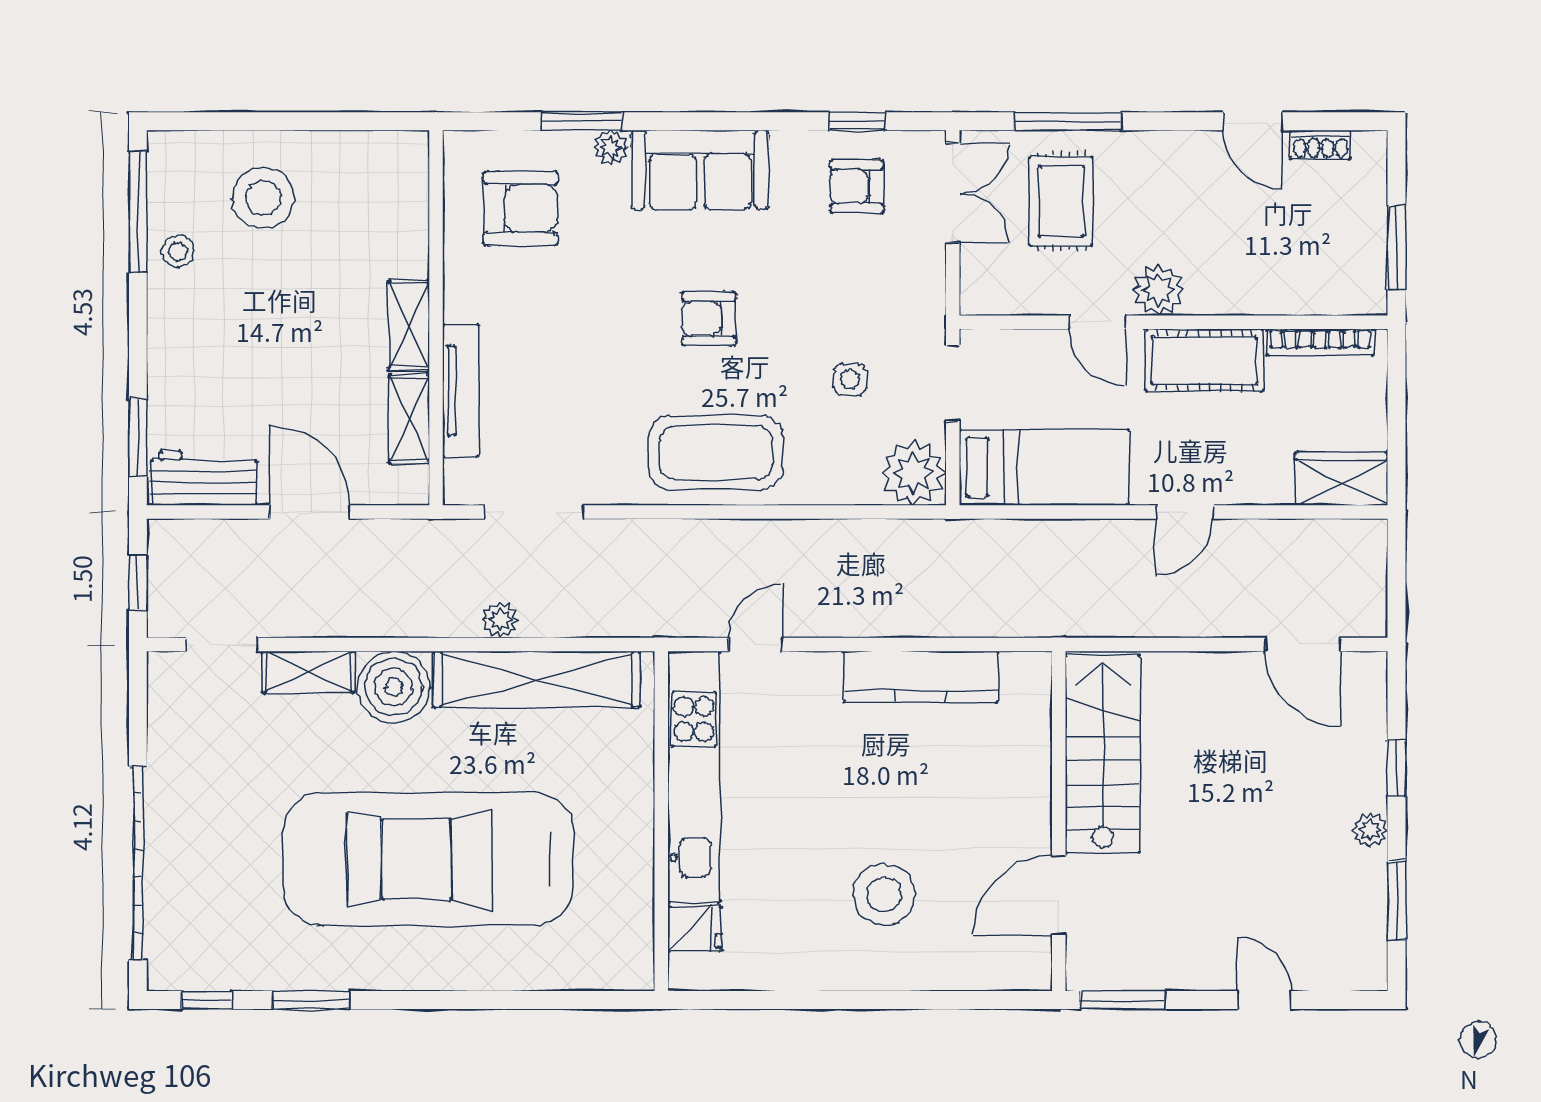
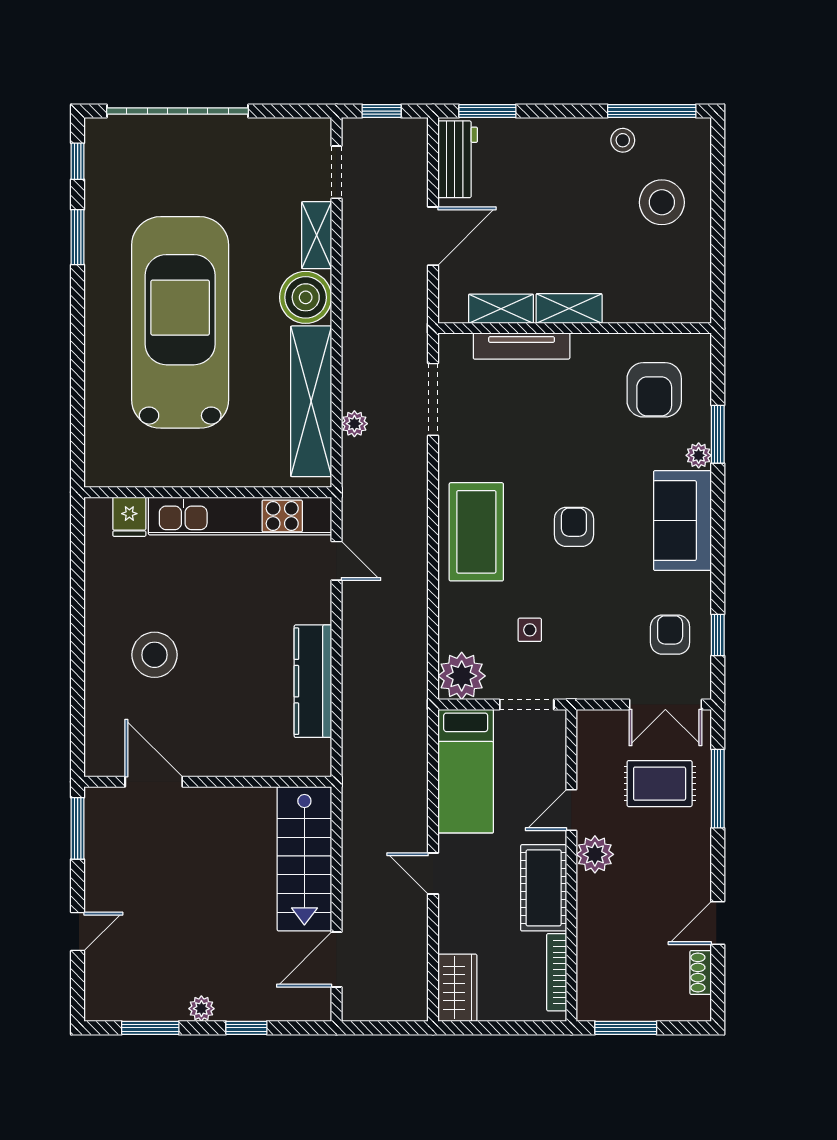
plant: (500, 620) -> (354, 424), moved
stairs: (1103, 754) -> (304, 859), moved, turned 90

